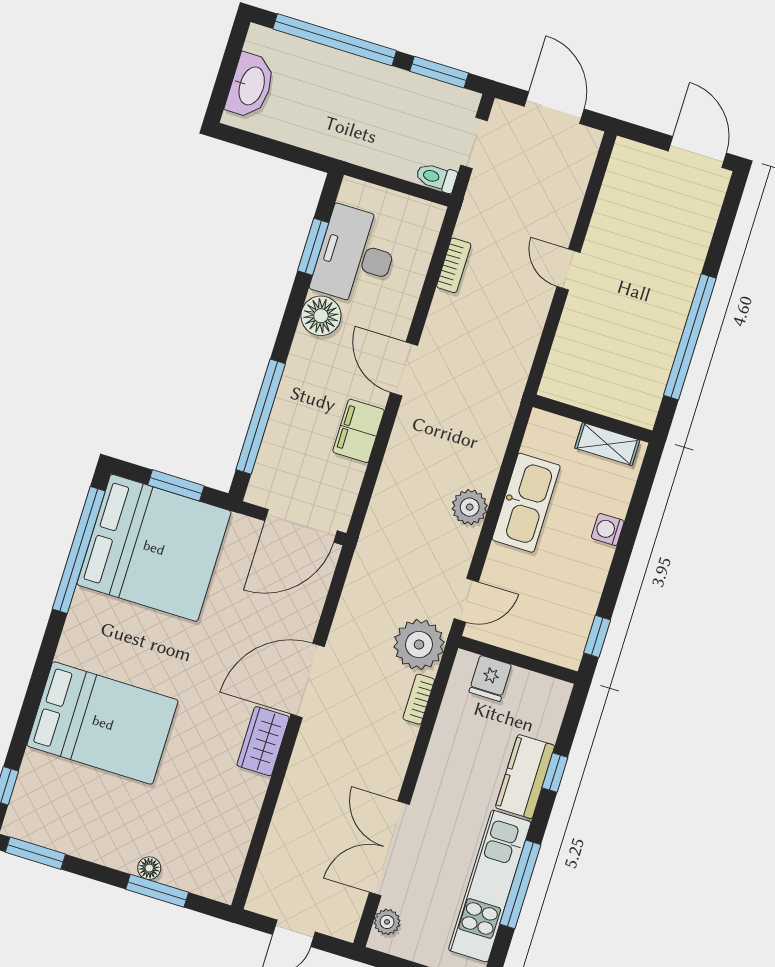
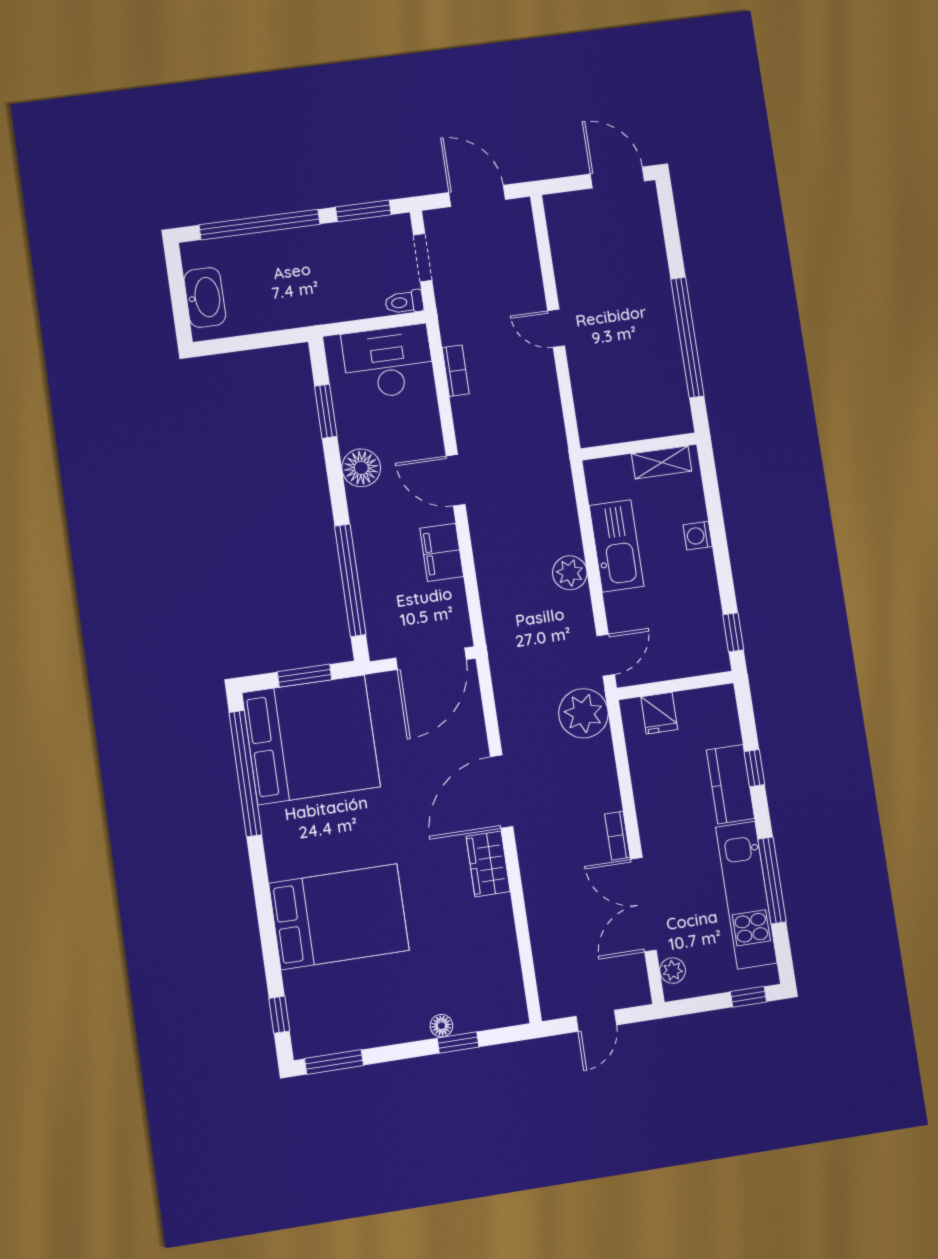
desk: (356, 256) -> (388, 362), moved, turned 90
bookcase: (419, 699) -> (617, 836), moved
window: (157, 891) -> (458, 1043), width x0.67

